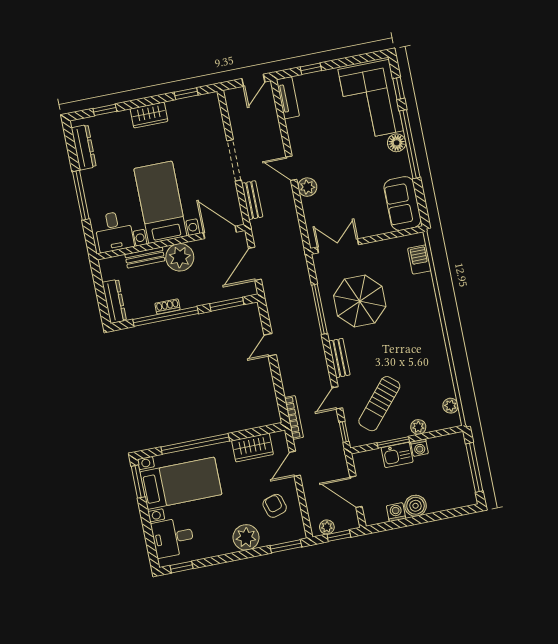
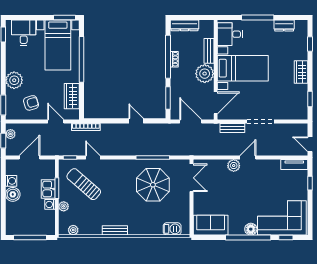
dresser: (84, 147) -> (284, 25), width x0.70
bench: (339, 358) -> (115, 230), moved

